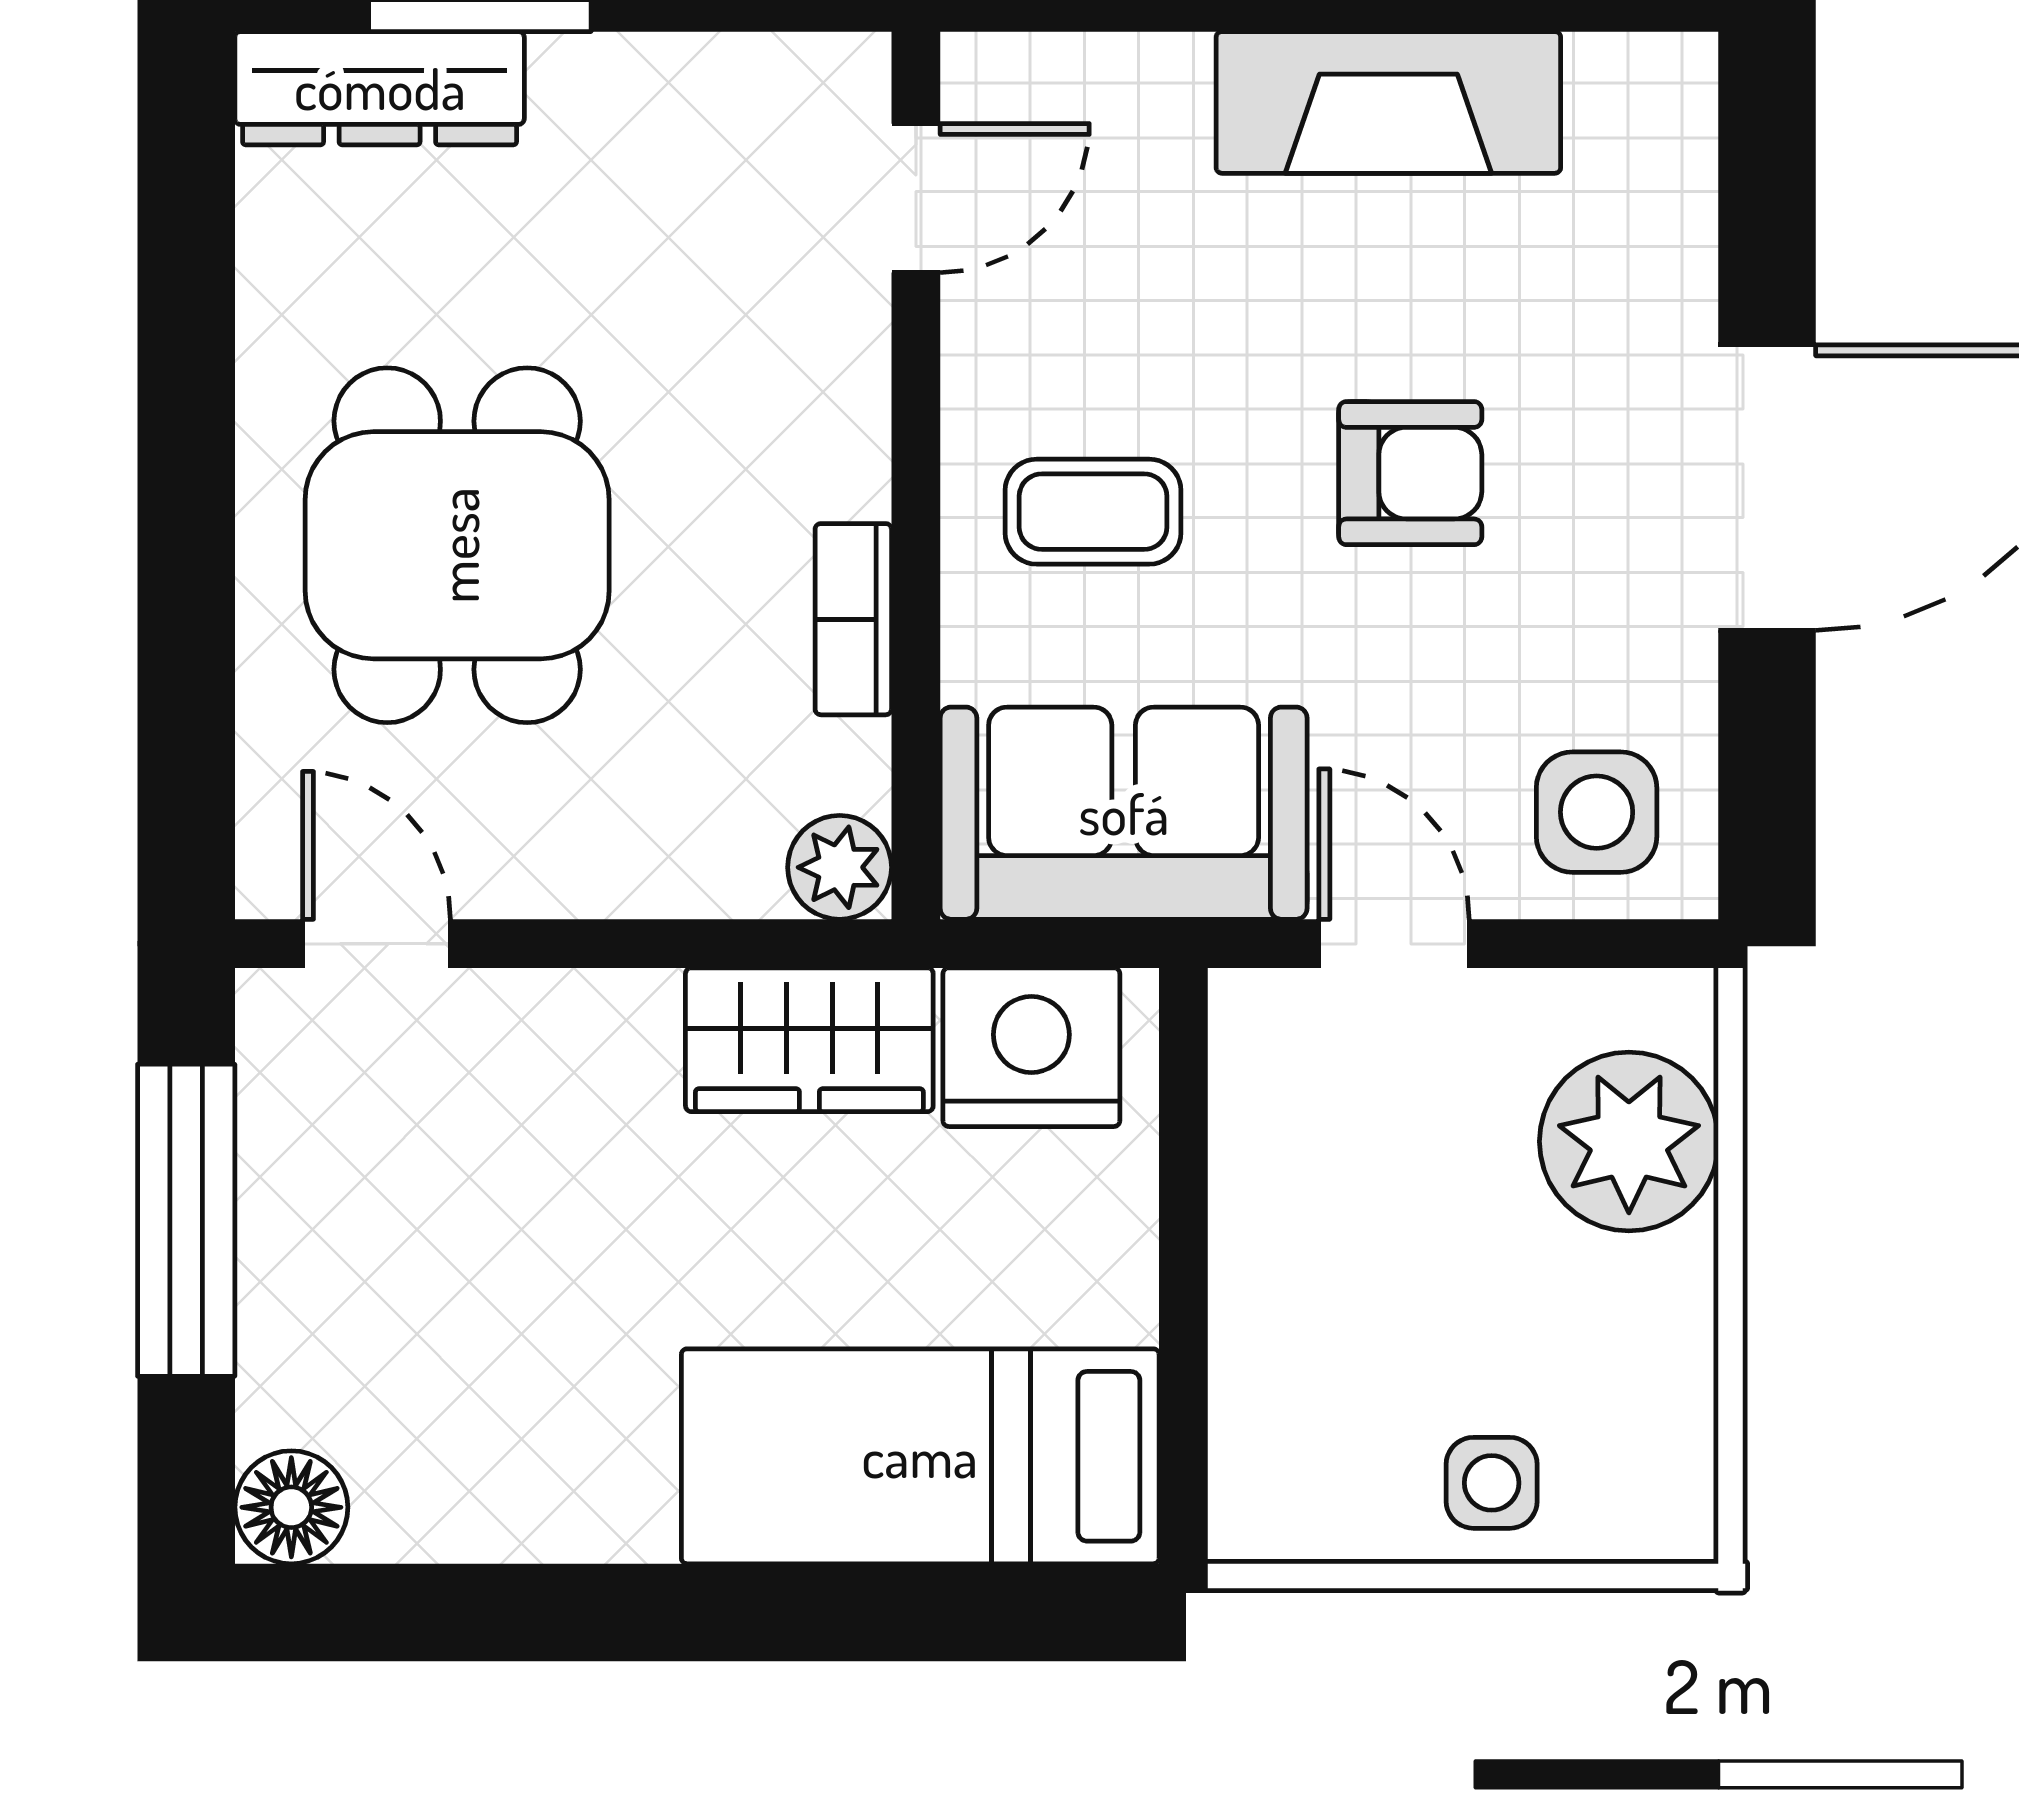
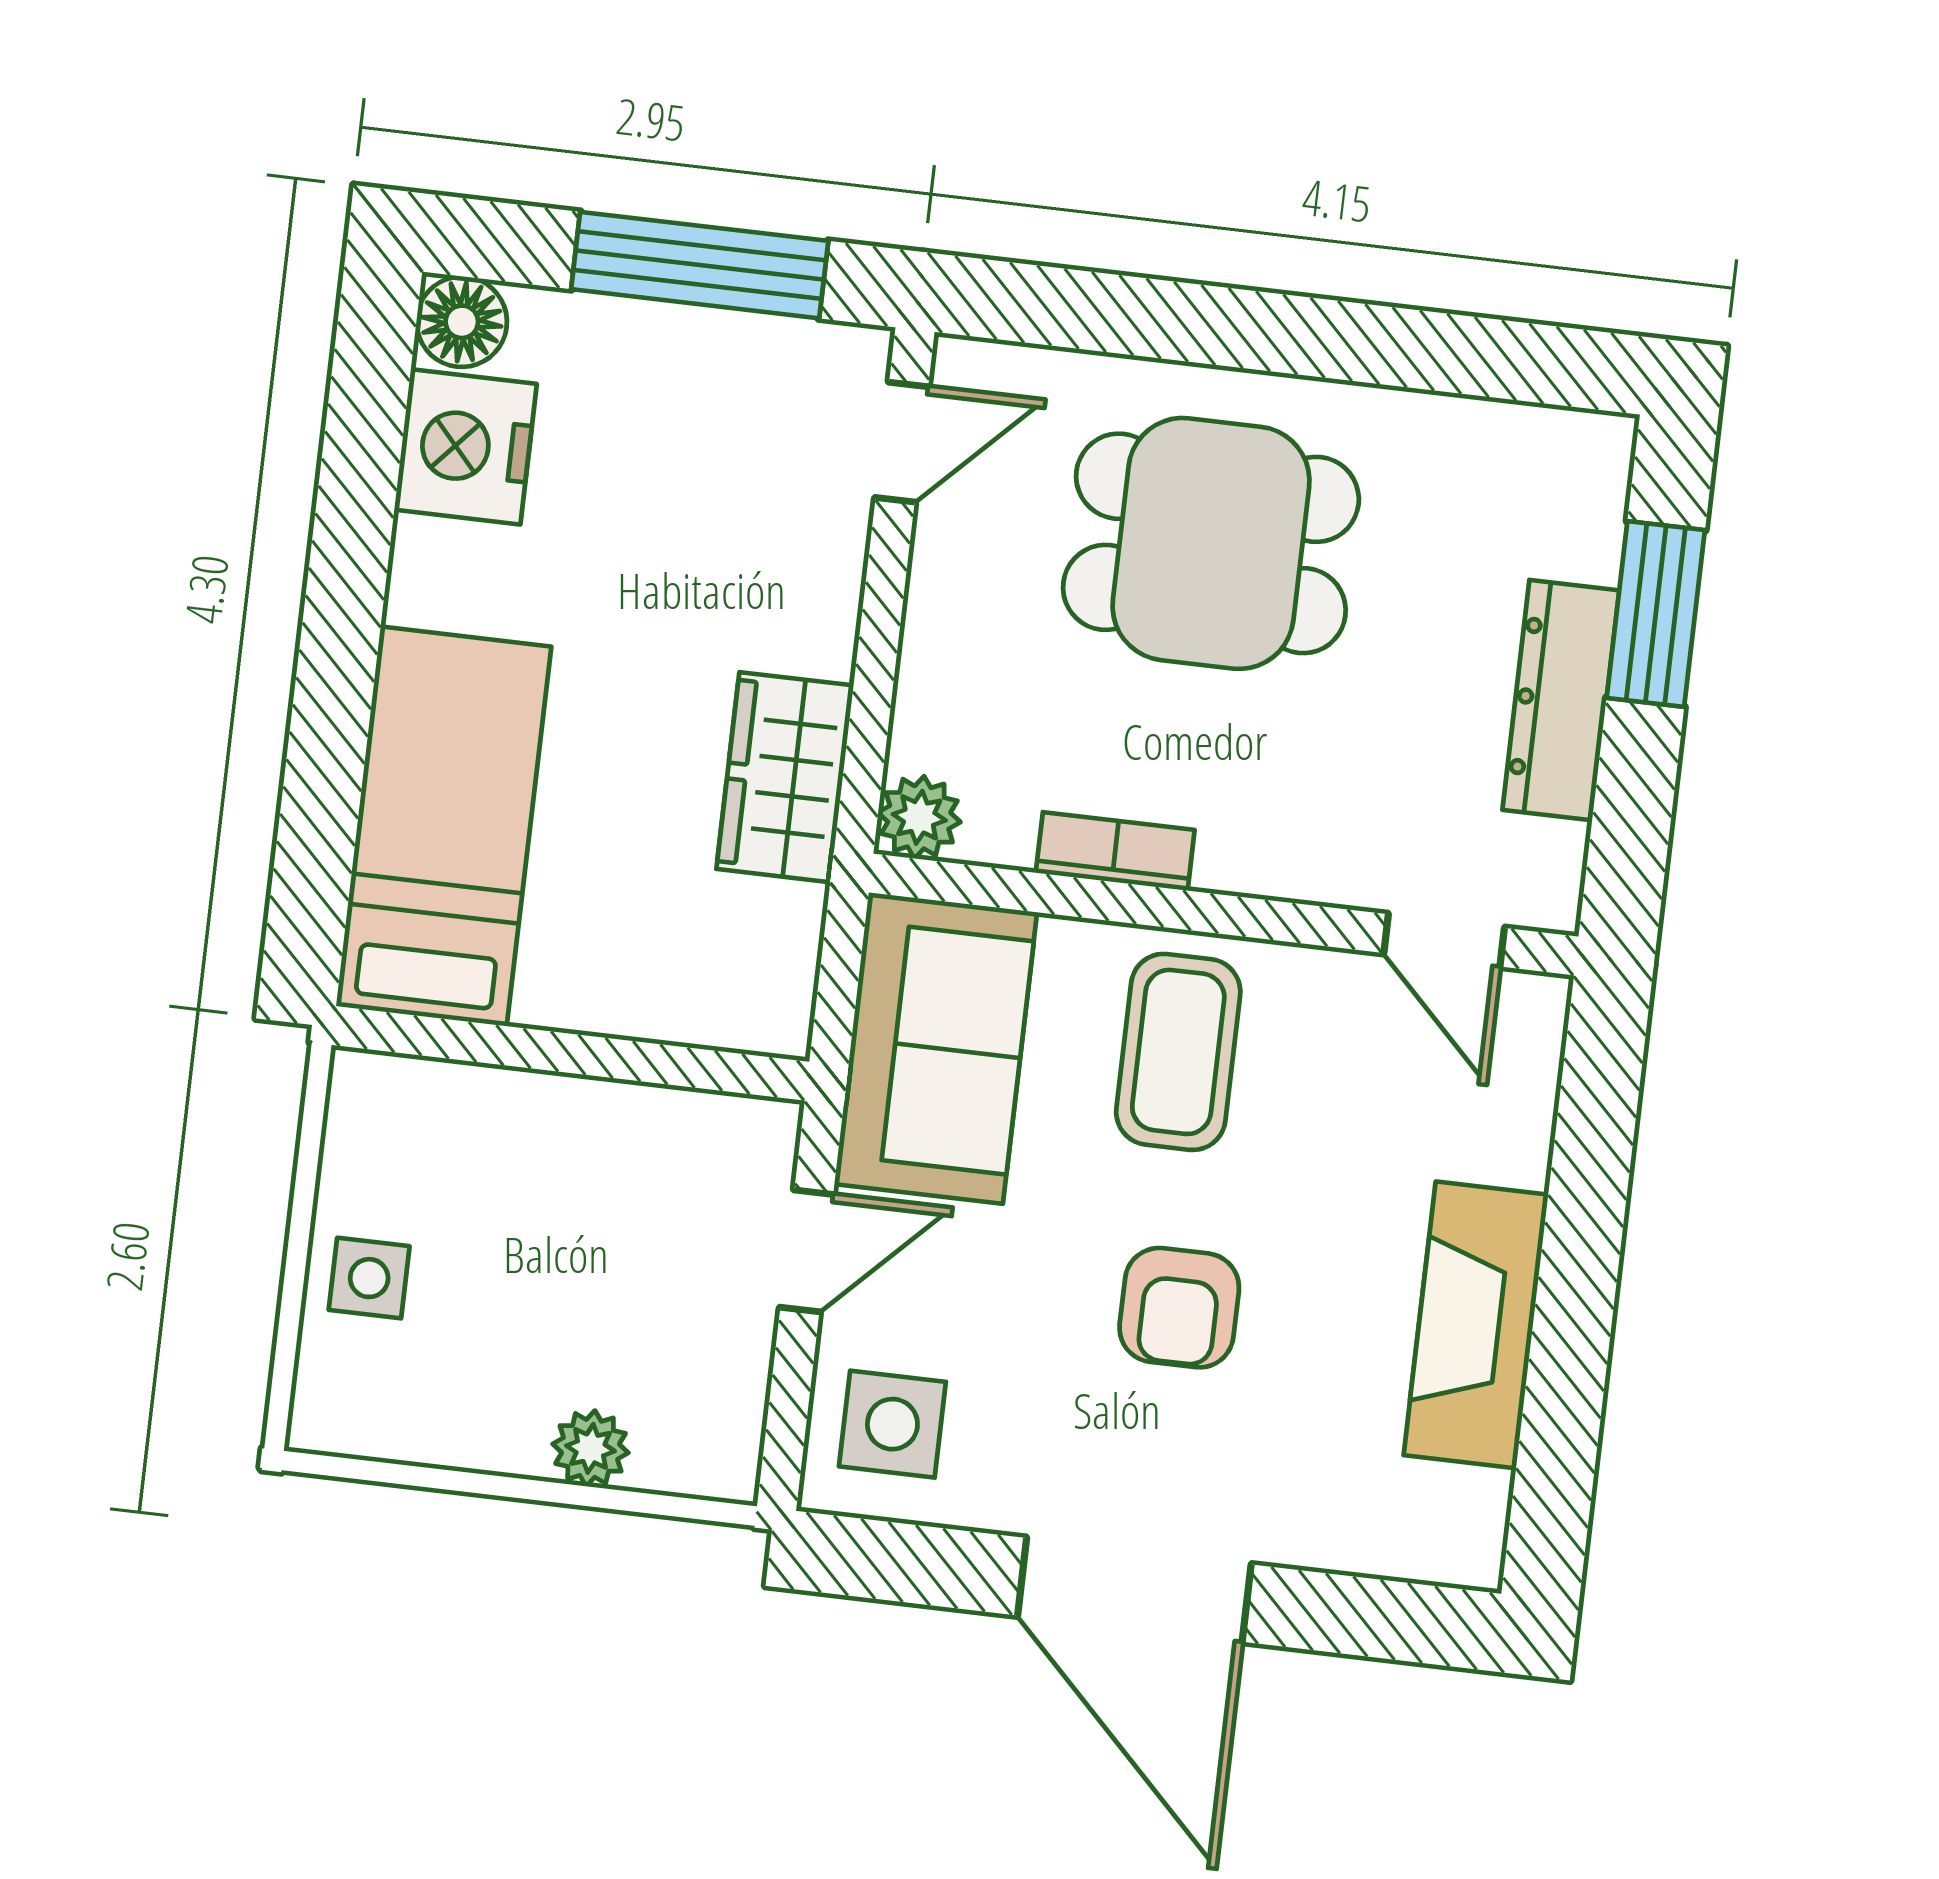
dresser: (380, 88) -> (1561, 700), moved
coffee table: (1093, 512) -> (1178, 1052), width x1.36, depth x1.30
nightstand: (1031, 1047) -> (465, 447), moved, turned 180
plant: (1629, 1141) -> (591, 1448), width x0.53, depth x0.53

